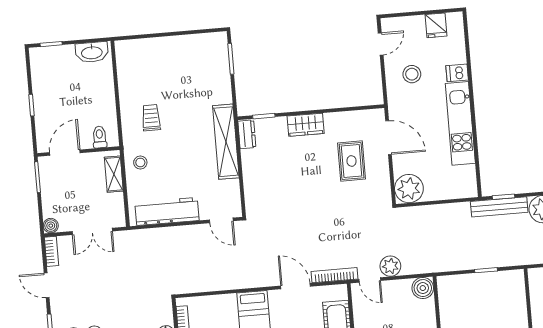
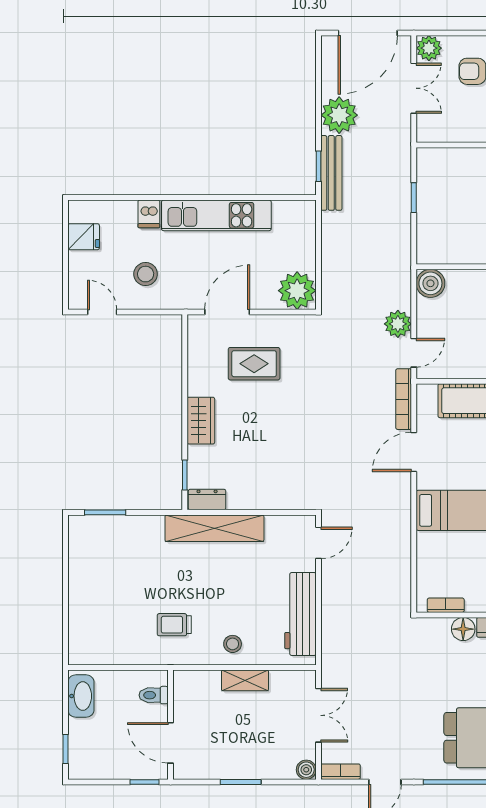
toilet: (100, 137) -> (154, 695), moved
wall: (79, 151) -> (171, 725), moved
door: (65, 153) -> (171, 743), moved

